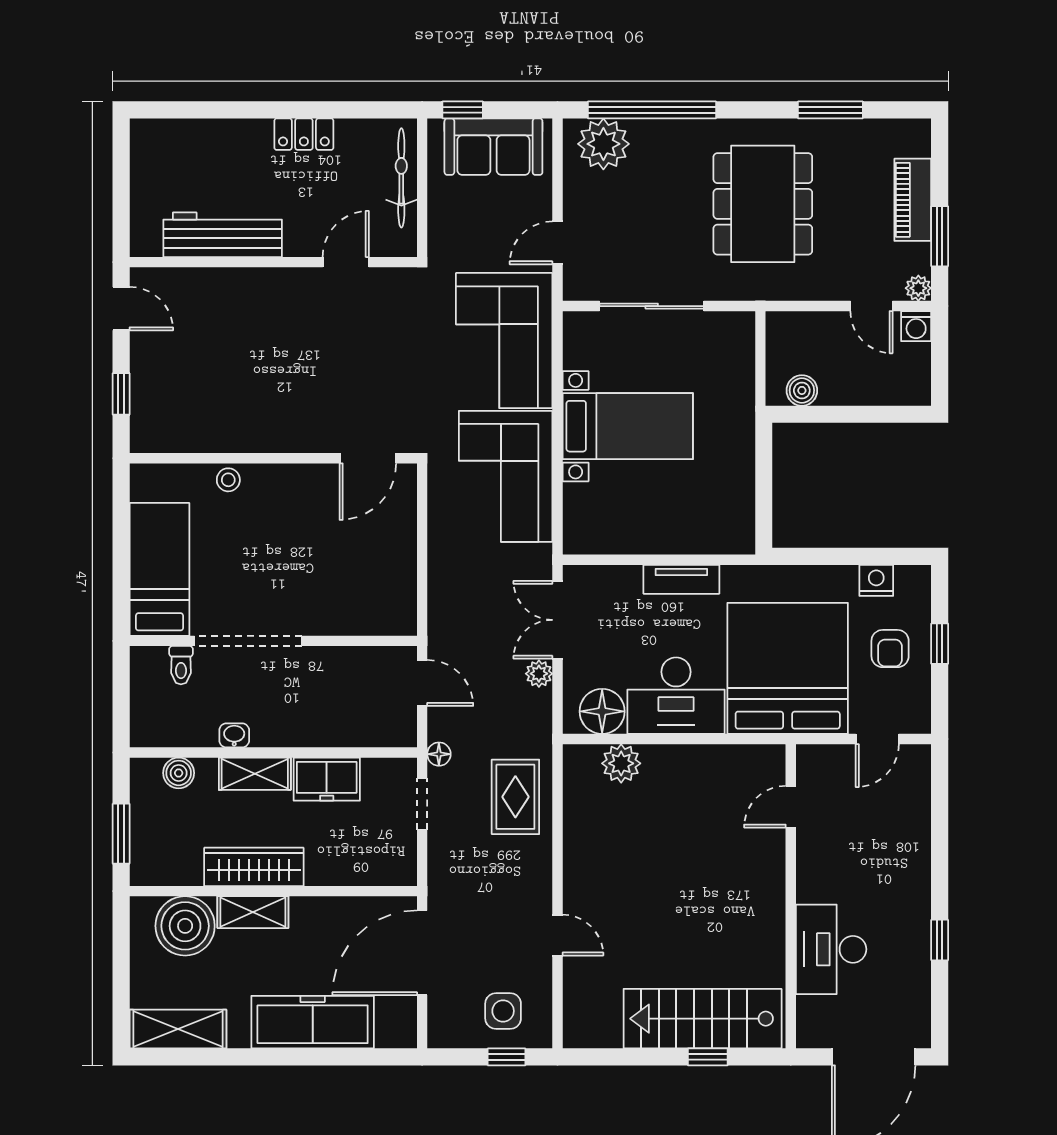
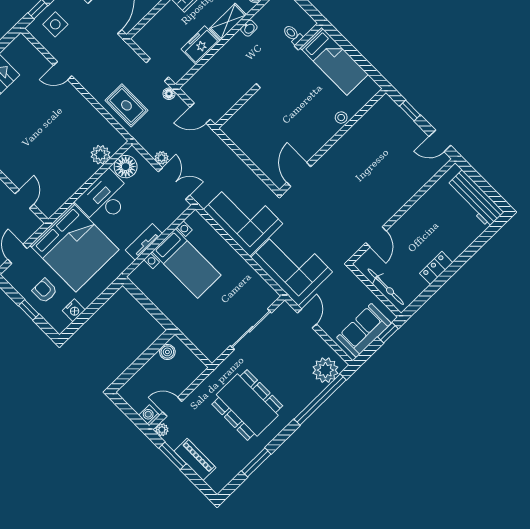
workbench: (223, 235) -> (475, 199), moved, turned 90
bed with nightstands: (628, 426) -> (186, 263), moved, turned -90

